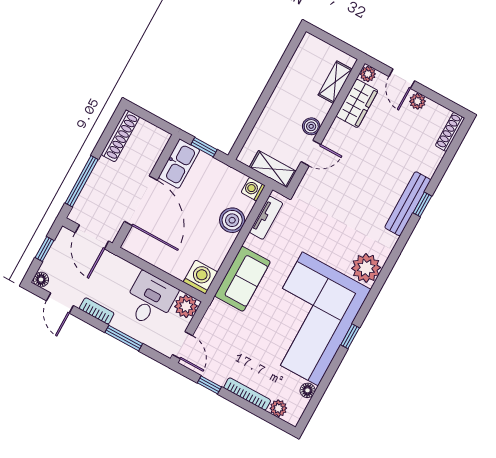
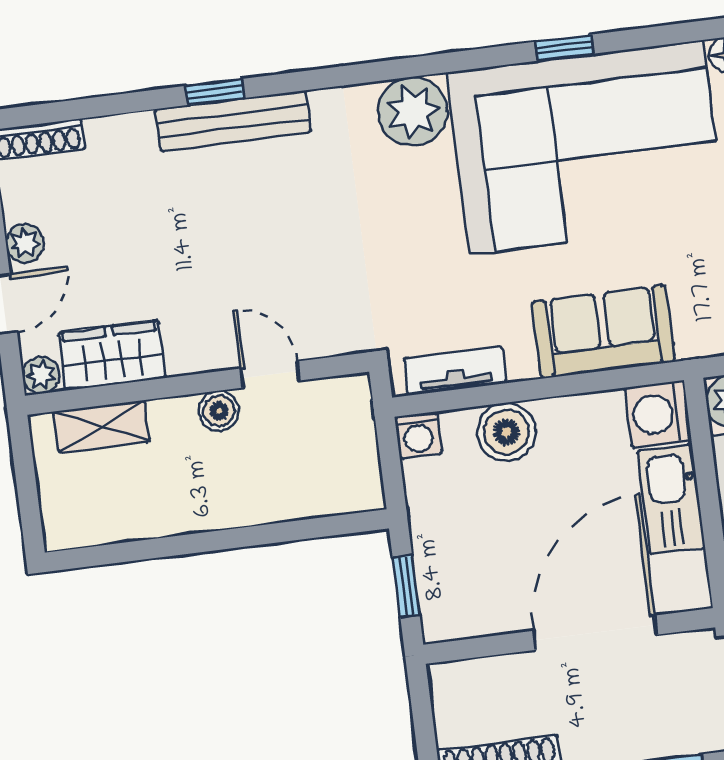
kitchen sink: (179, 164) -> (671, 499), moved, turned -90
shelving: (273, 169) -> (353, 425), removed

